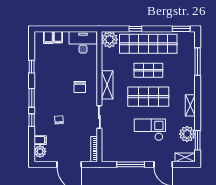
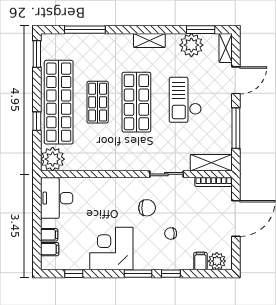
window: (32, 67) -> (74, 274), moved
corner desk: (49, 80) -> (111, 248), added
shelving: (107, 85) -> (211, 163), moved
chair: (80, 87) -> (147, 208), moved

